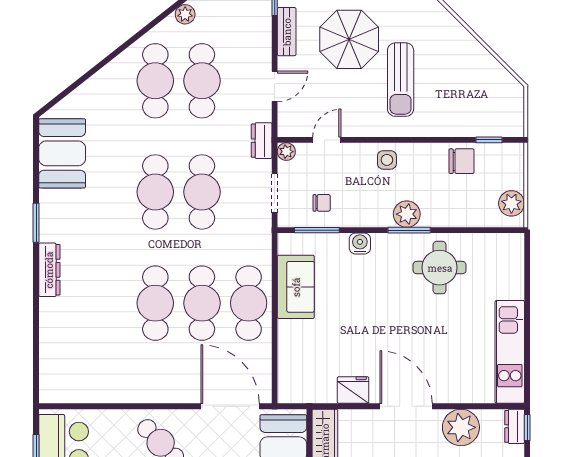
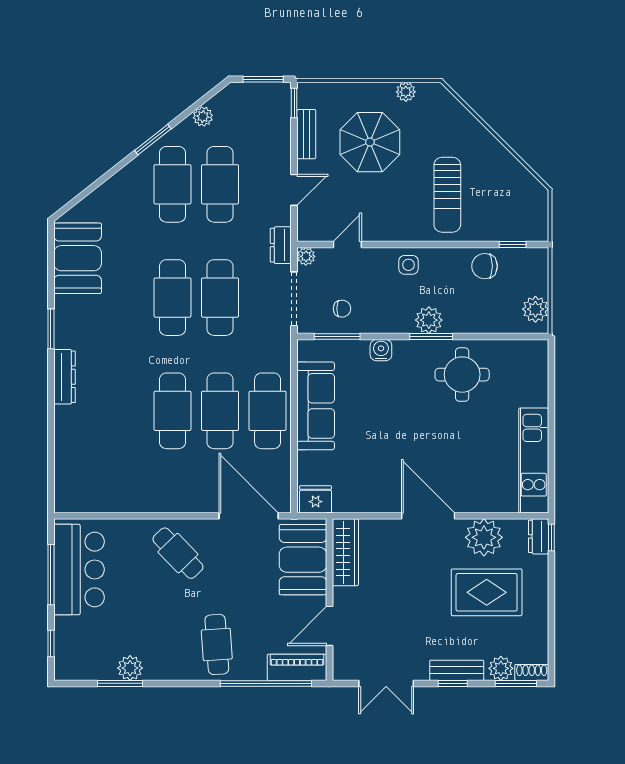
window: (136, 37) -> (153, 140), added
sun lounger: (401, 80) -> (447, 195), moved
chair: (462, 161) -> (485, 266), turned 180
doorway: (275, 193) -> (294, 299), width x1.38
sofa: (296, 287) -> (316, 406), width x1.36
fridge: (353, 390) -> (316, 499), moved

